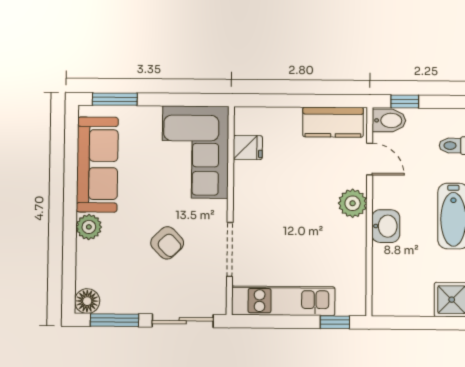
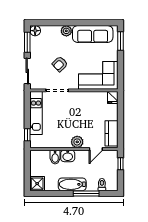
bidet: (389, 120) -> (55, 157), moved
fridge: (248, 148) -> (113, 97), moved

